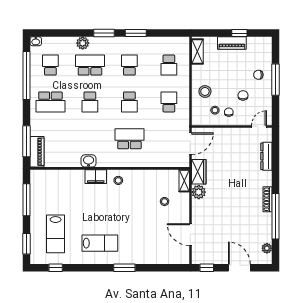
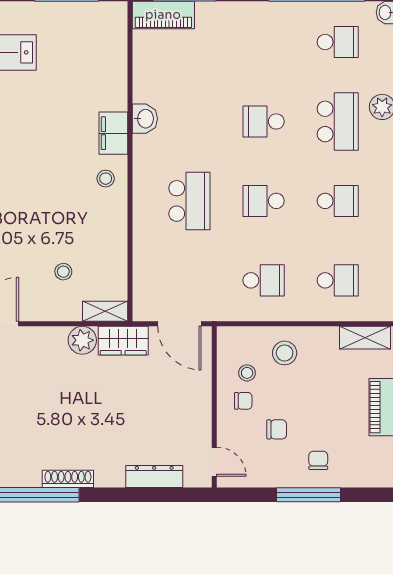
school desk: (169, 65) -> (338, 280), turned 180
school desk: (50, 102) -> (264, 42), removed

